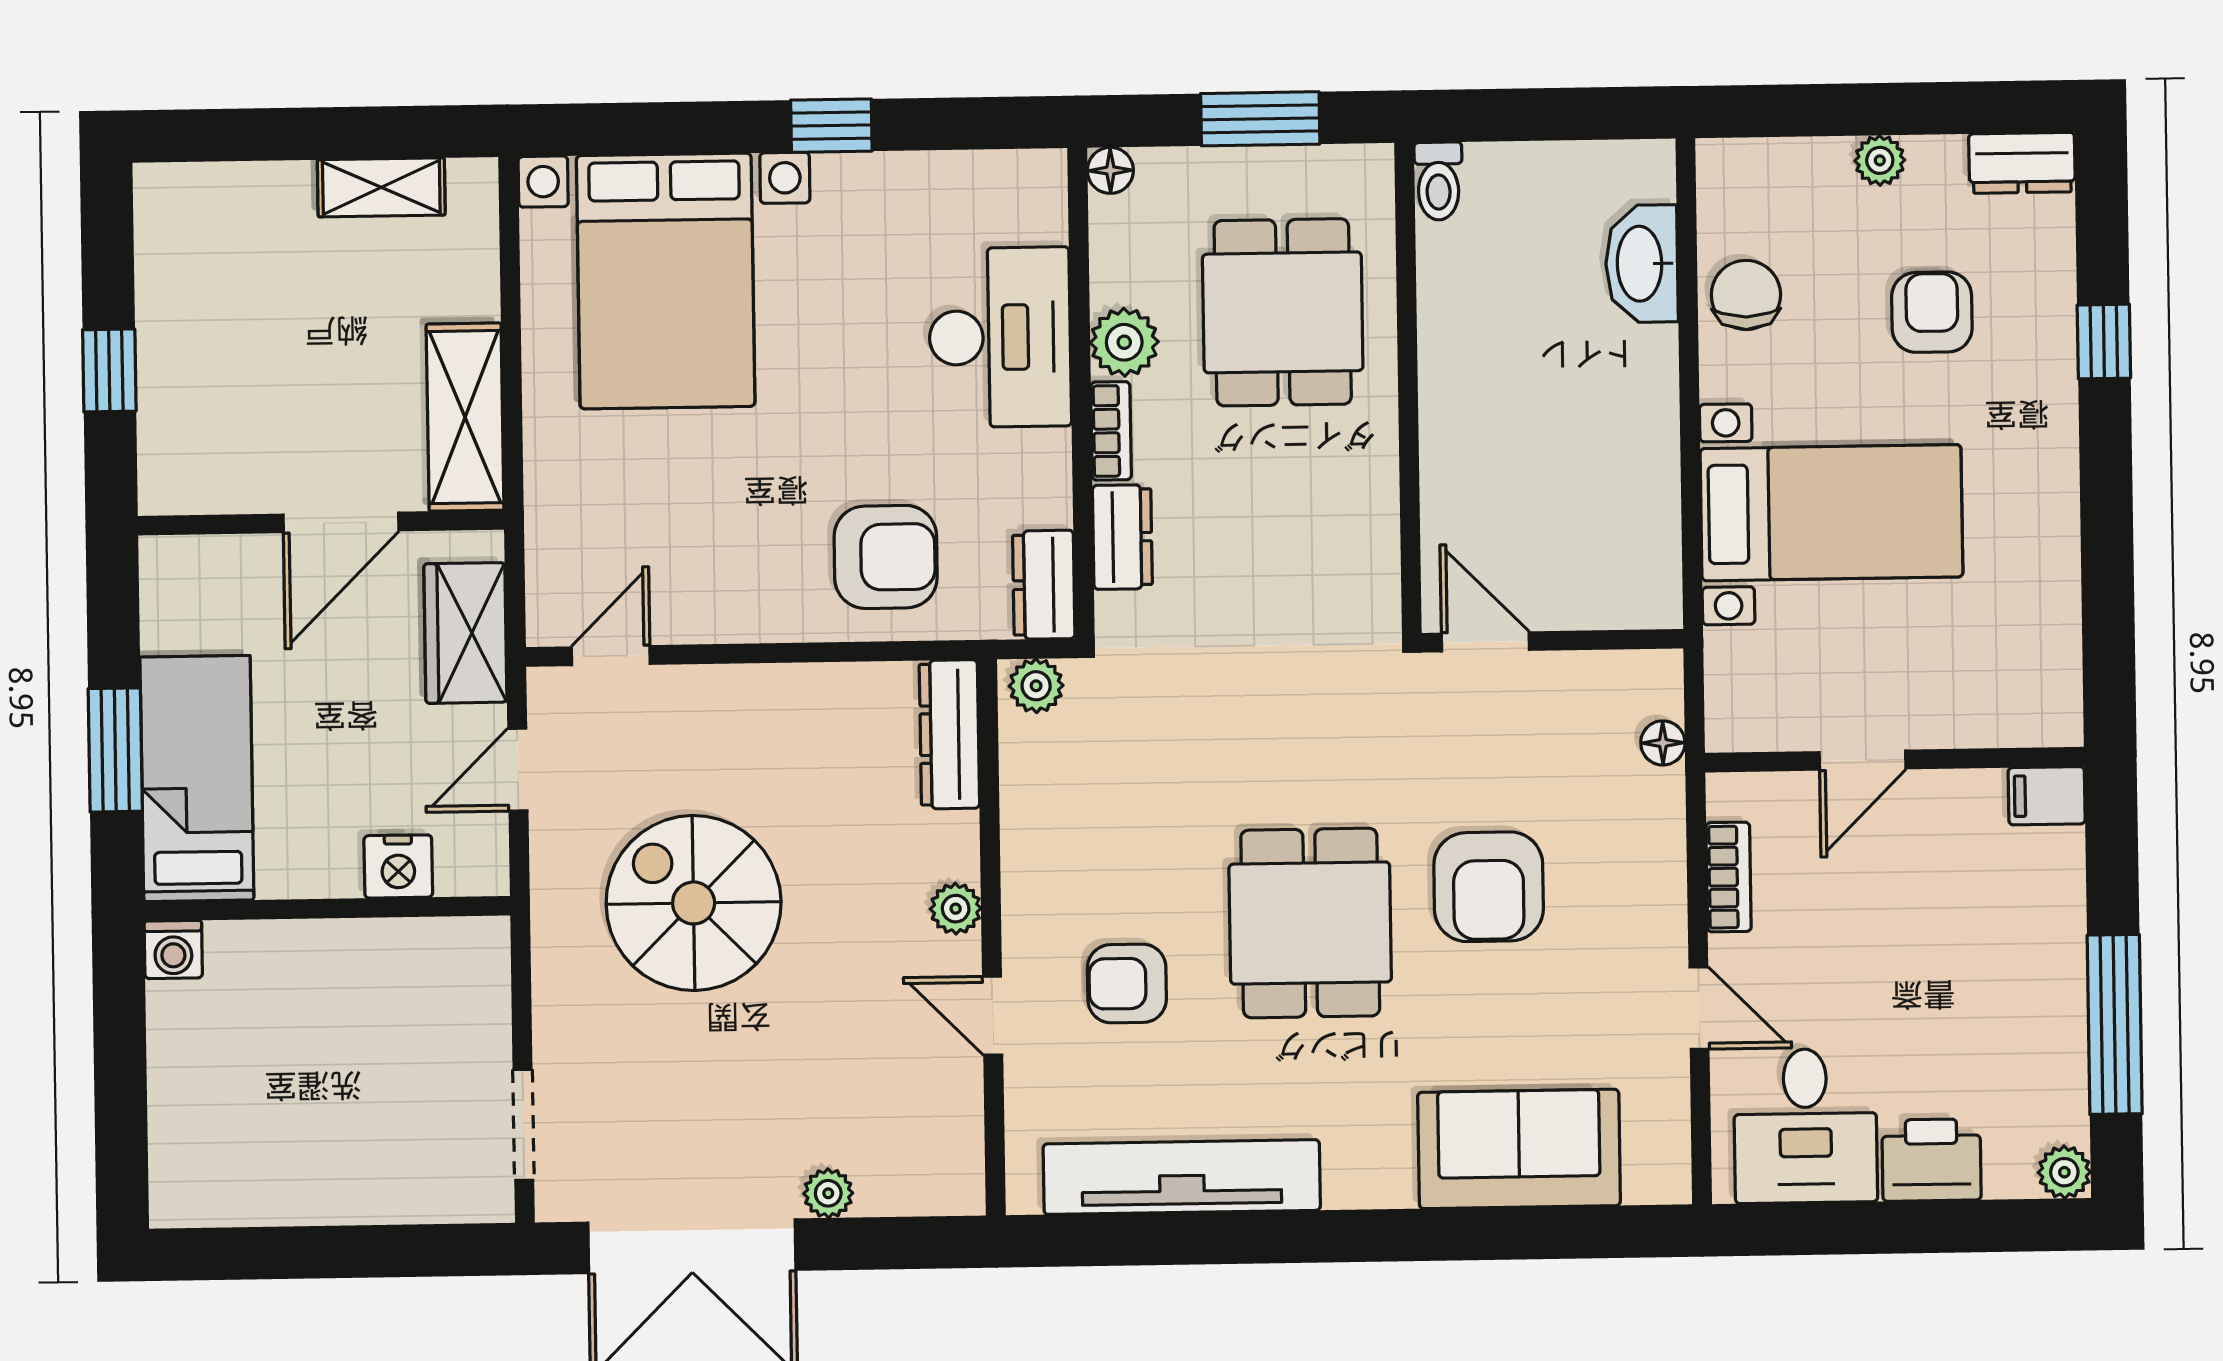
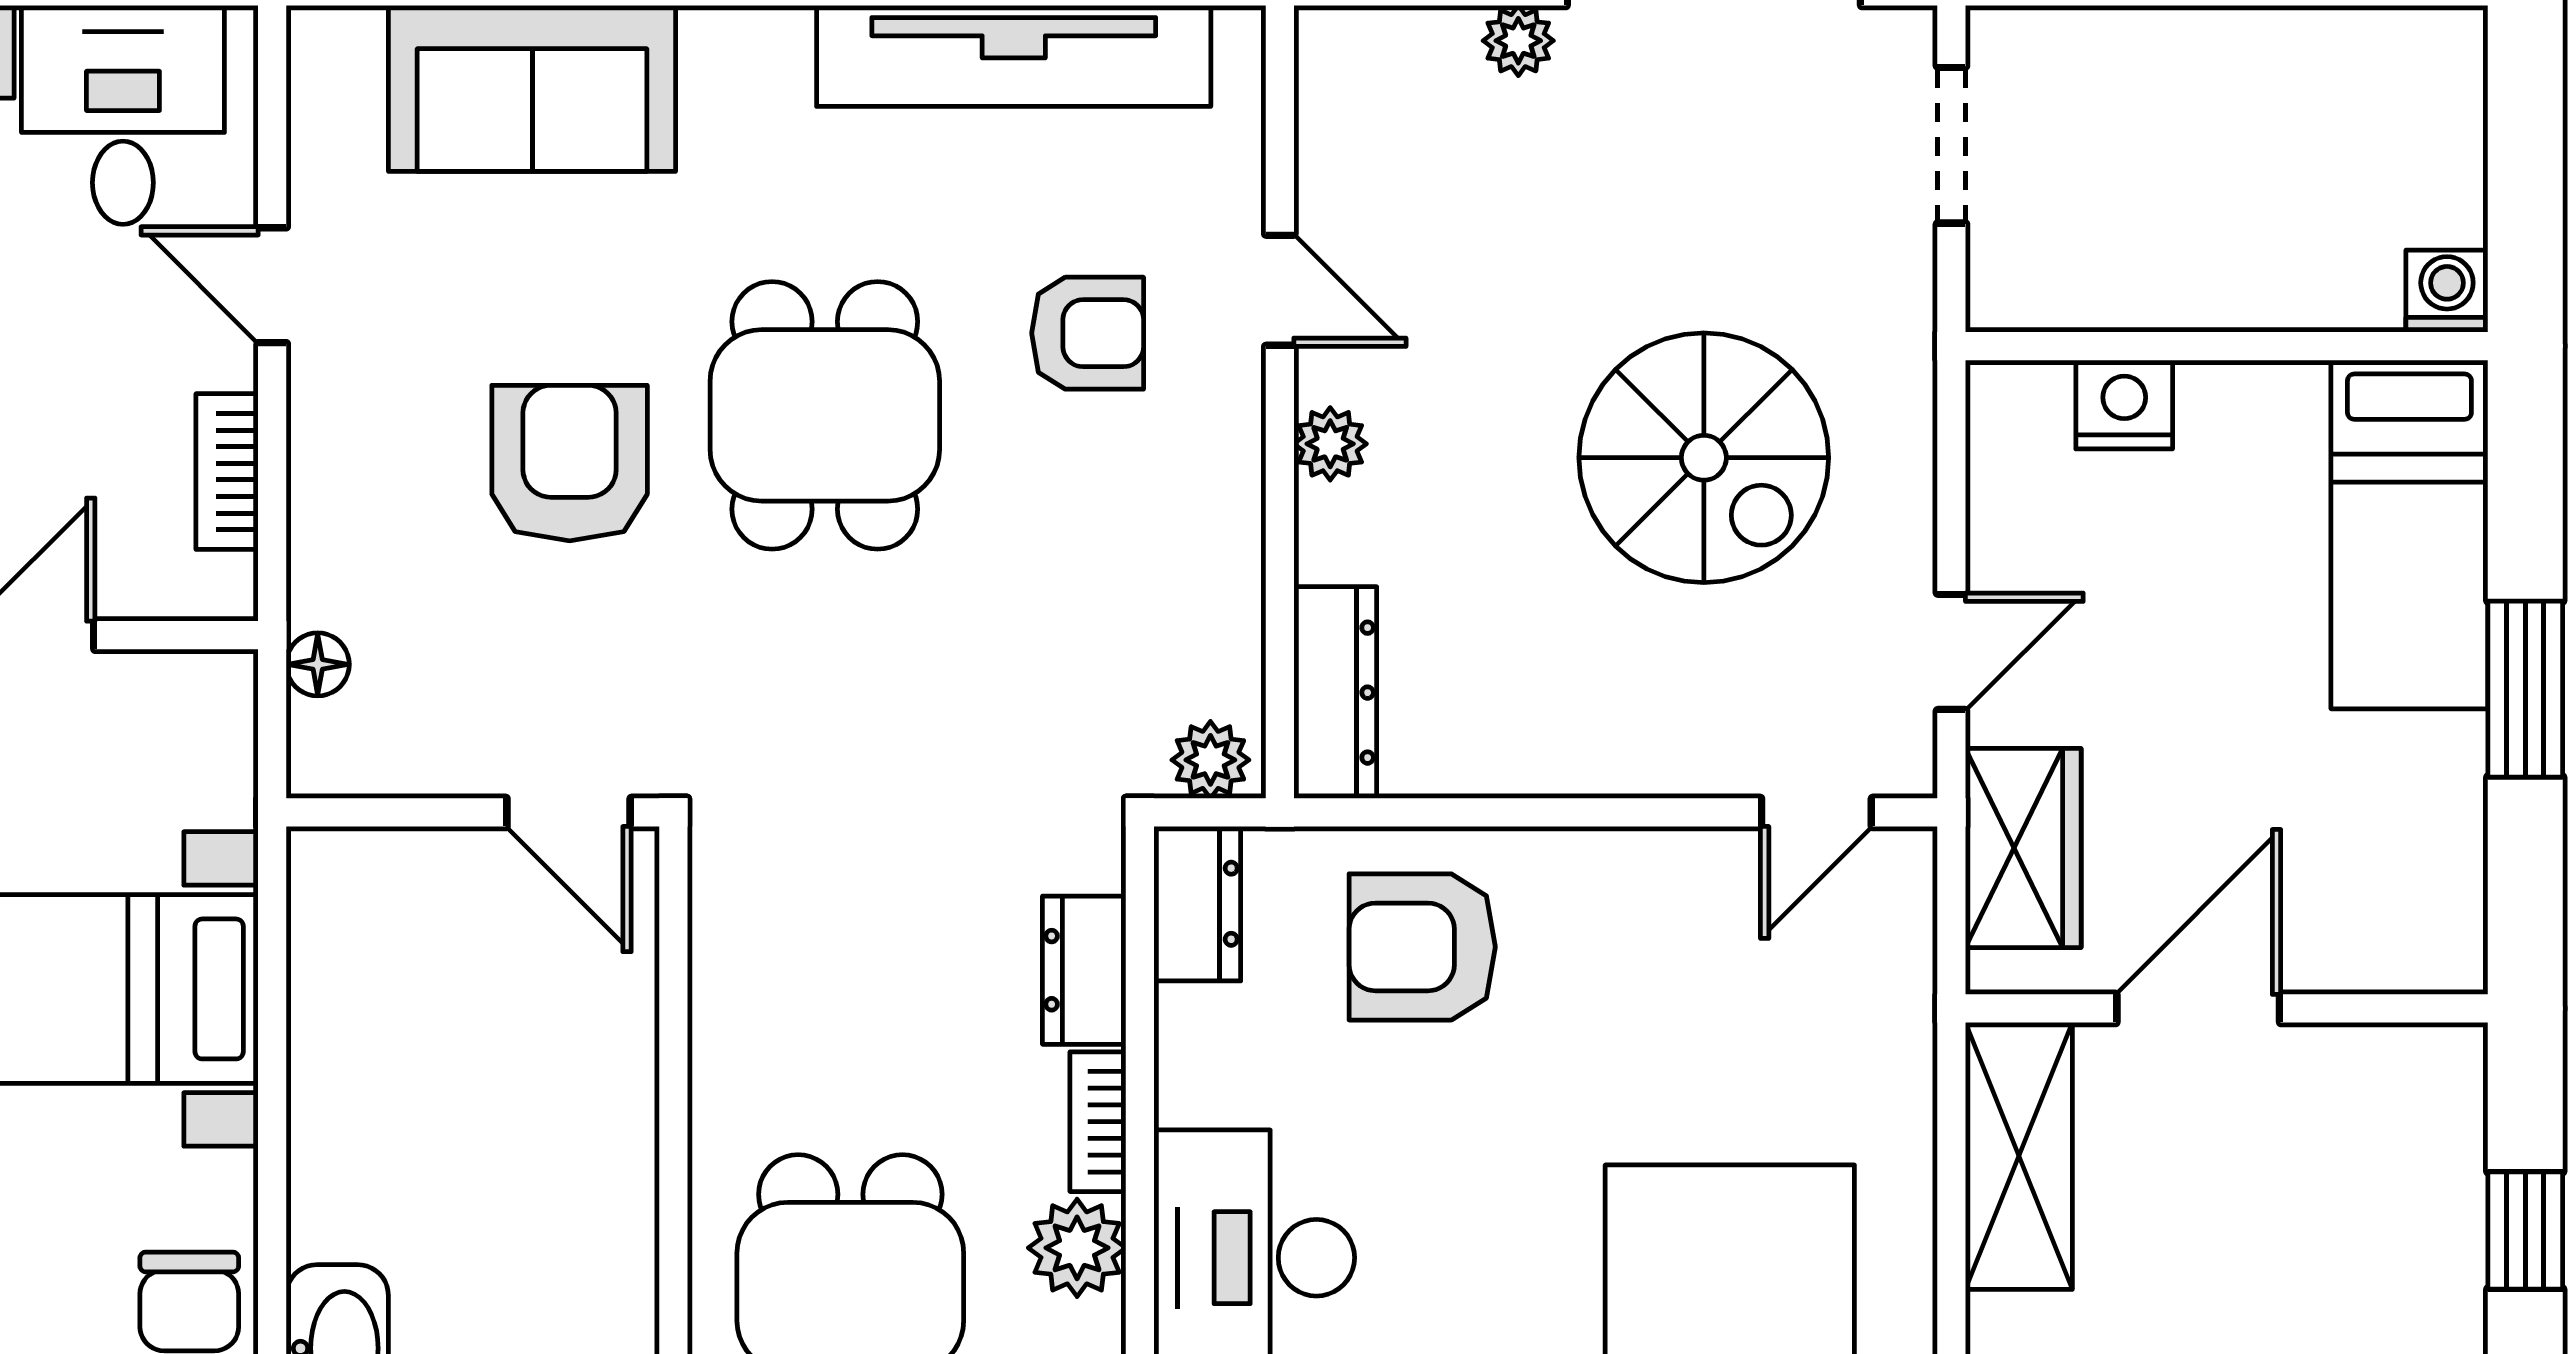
bed: (197, 779) -> (2409, 534), moved
nightstand: (398, 866) -> (2124, 404), moved
wall: (327, 909) -> (2227, 346), moved
washing machine: (173, 950) -> (2447, 291), moved

